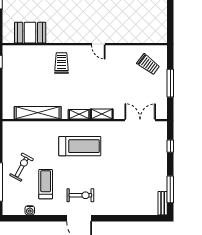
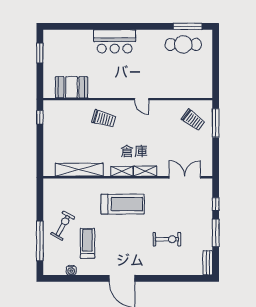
trolley: (61, 63) -> (104, 119), turned 106
window: (170, 83) -> (216, 123), moved
window: (170, 189) -> (216, 233), moved
exercise bike: (80, 195) -> (167, 239), moved

